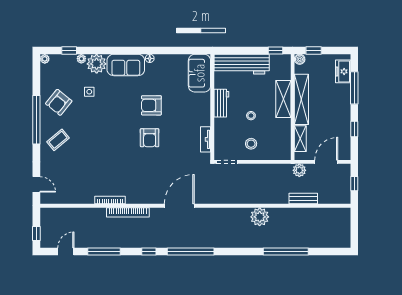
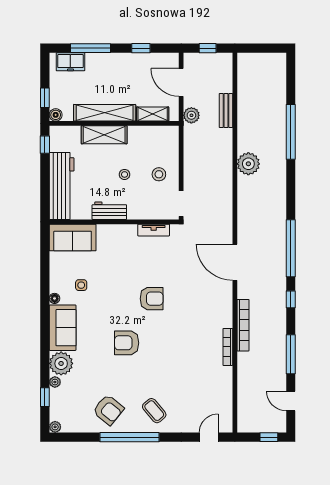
side table: (89, 92) -> (81, 285), moved
armchair: (151, 105) -> (127, 343), moved, turned 90

